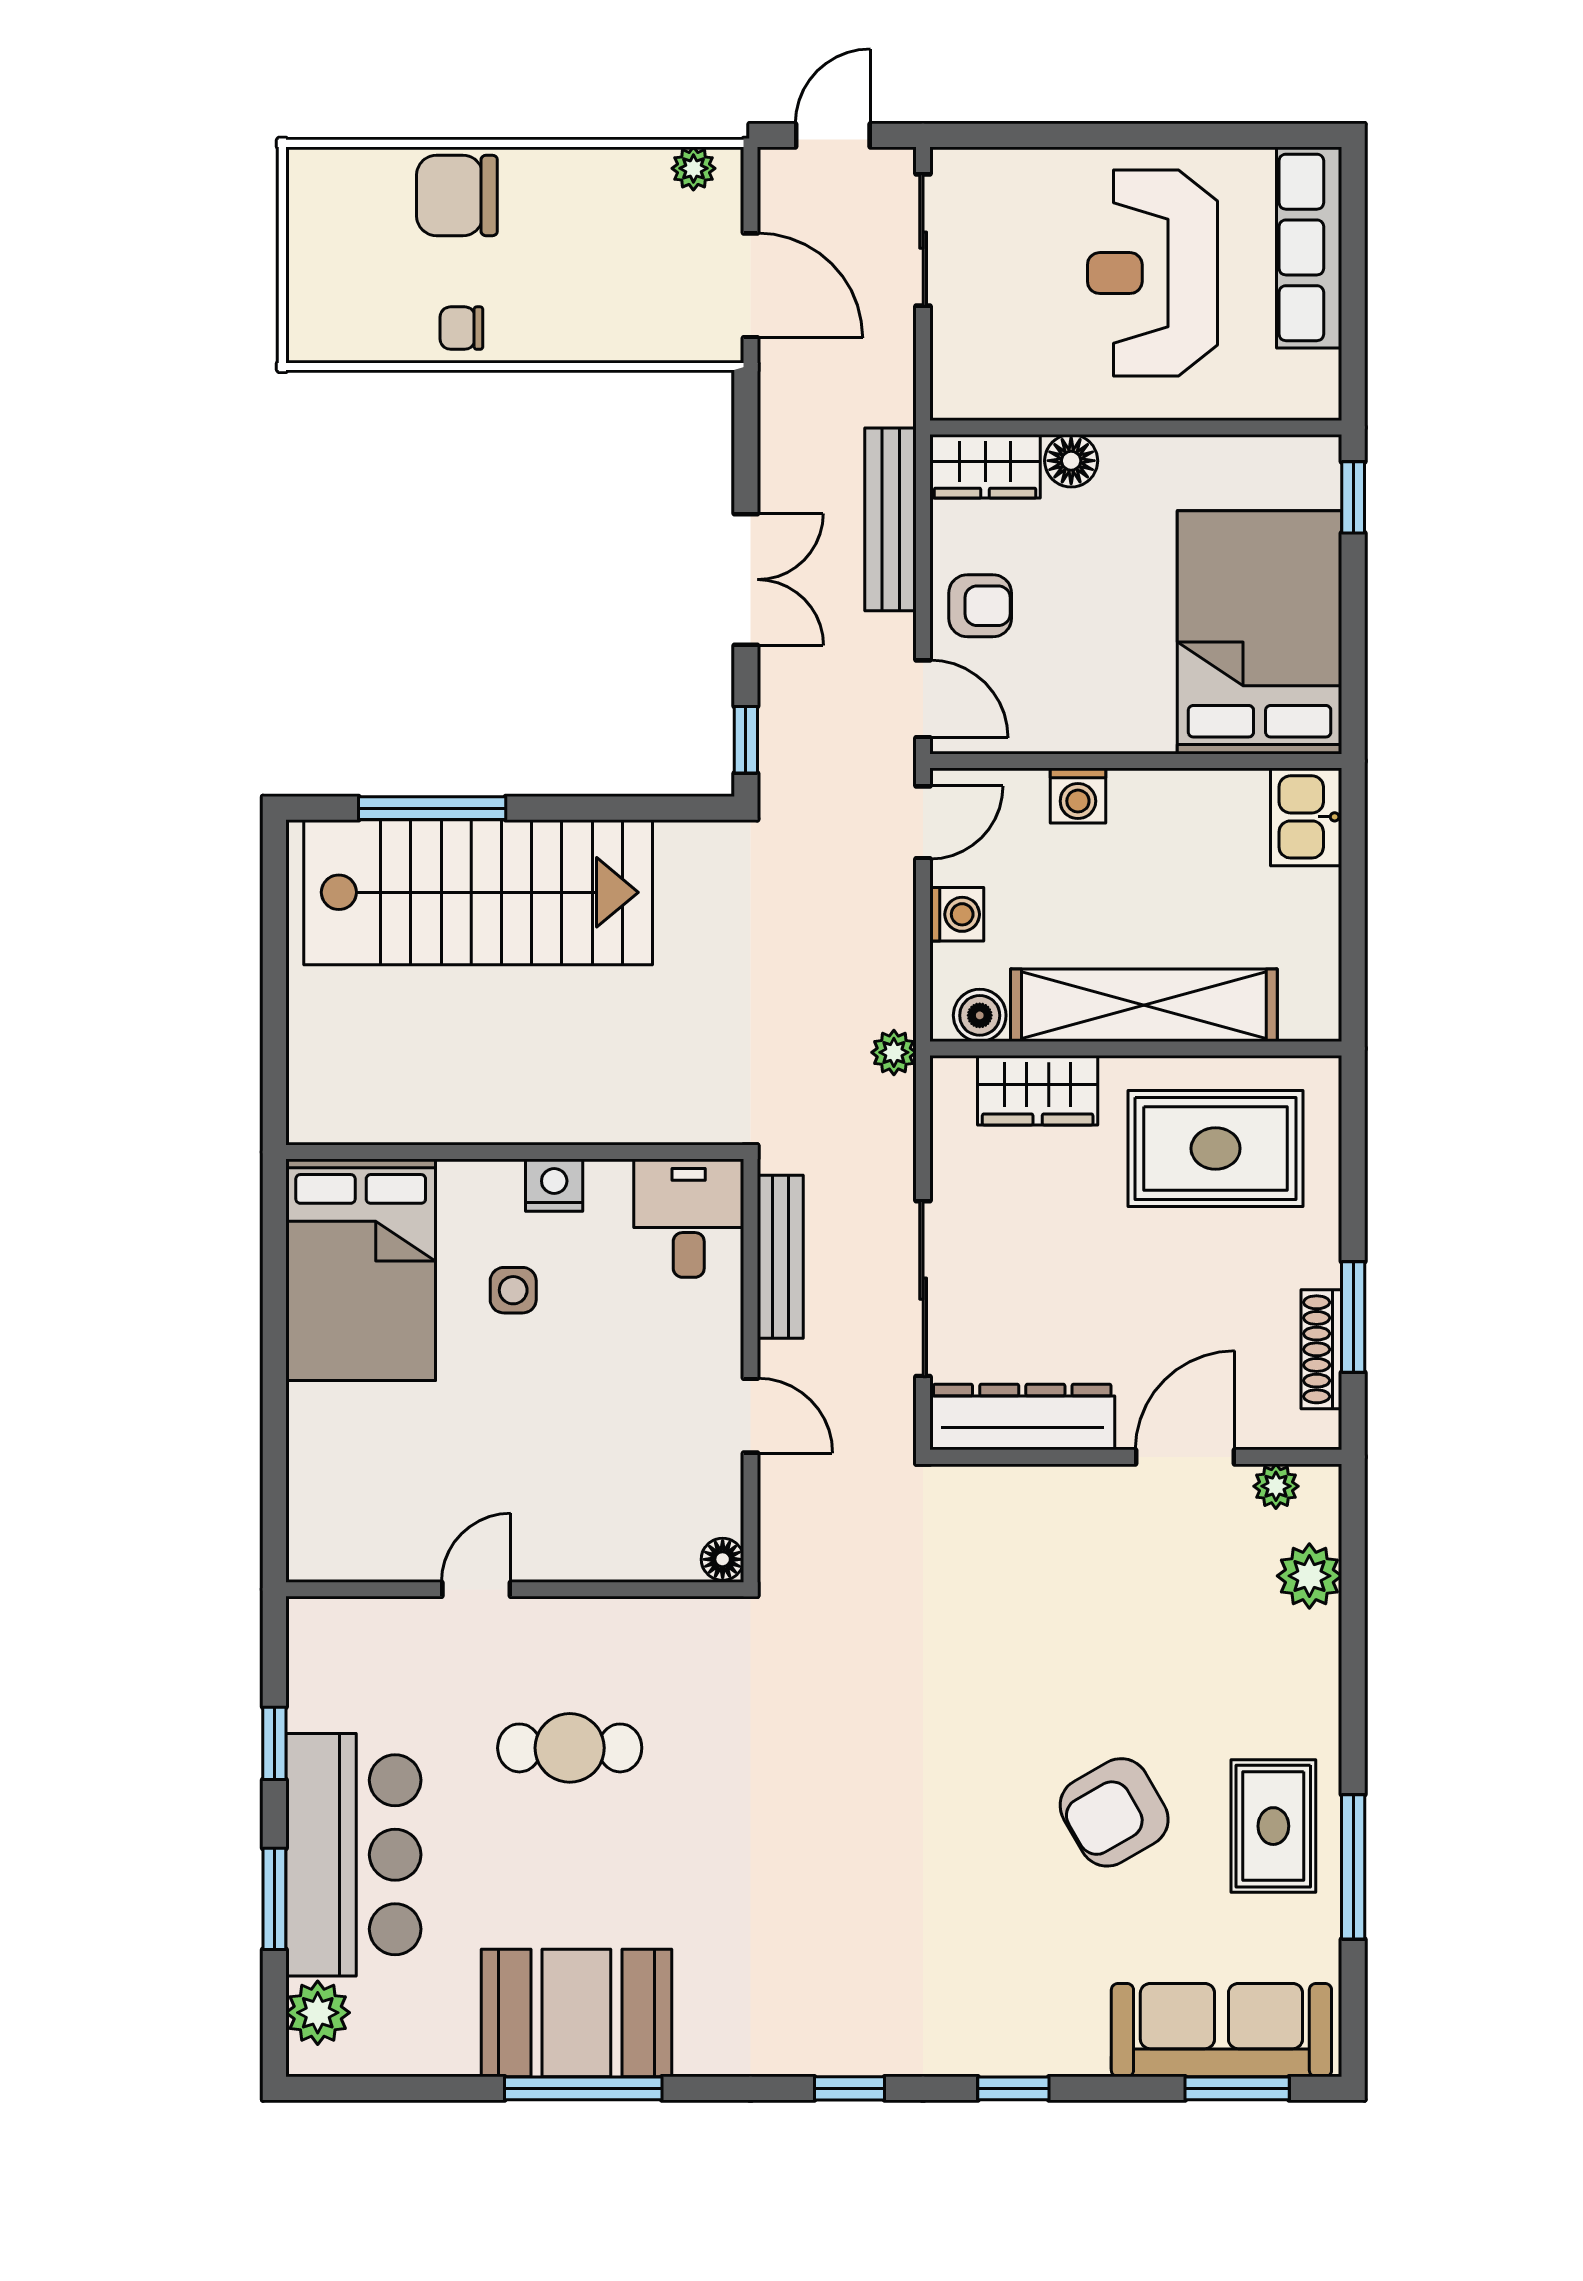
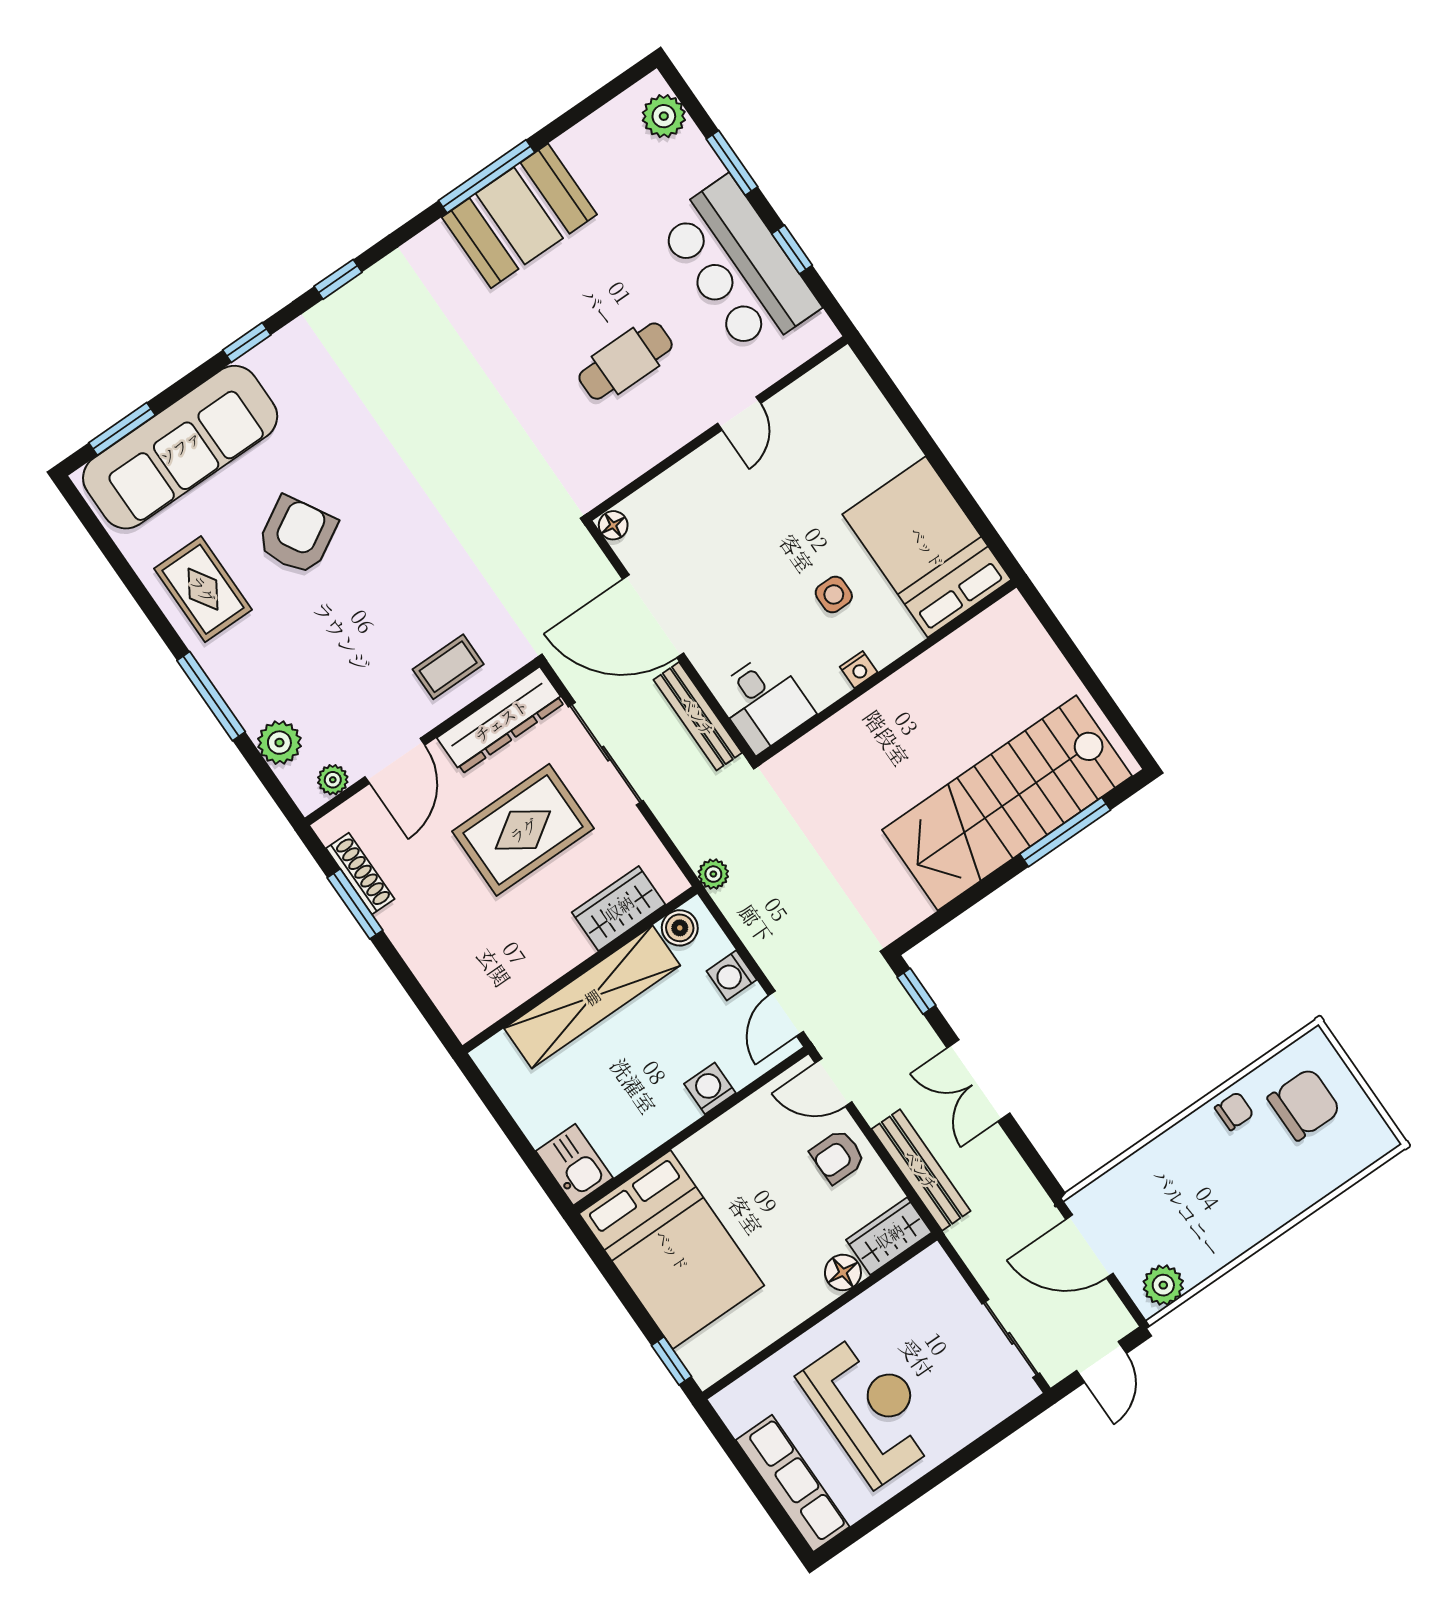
plant: (693, 168) -> (1163, 1285), width x1.38, depth x1.38
chair: (457, 195) -> (1304, 1104), moved
rug: (1216, 1148) -> (523, 830), moved
nightstand: (554, 1185) -> (859, 670), width x0.72, depth x0.74
door: (751, 1416) -> (653, 616), width x1.87
coffee table: (1041, 1526) -> (448, 667), added
bar counter: (353, 1855) -> (738, 266), moved
window: (1353, 1867) -> (211, 696), moved
sofa: (1221, 2030) -> (180, 447), width x1.36, depth x1.27

